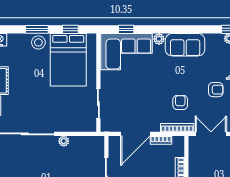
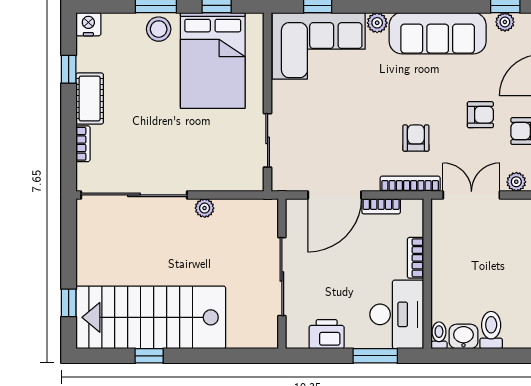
sofa: (185, 45) -> (438, 33), width x1.36

